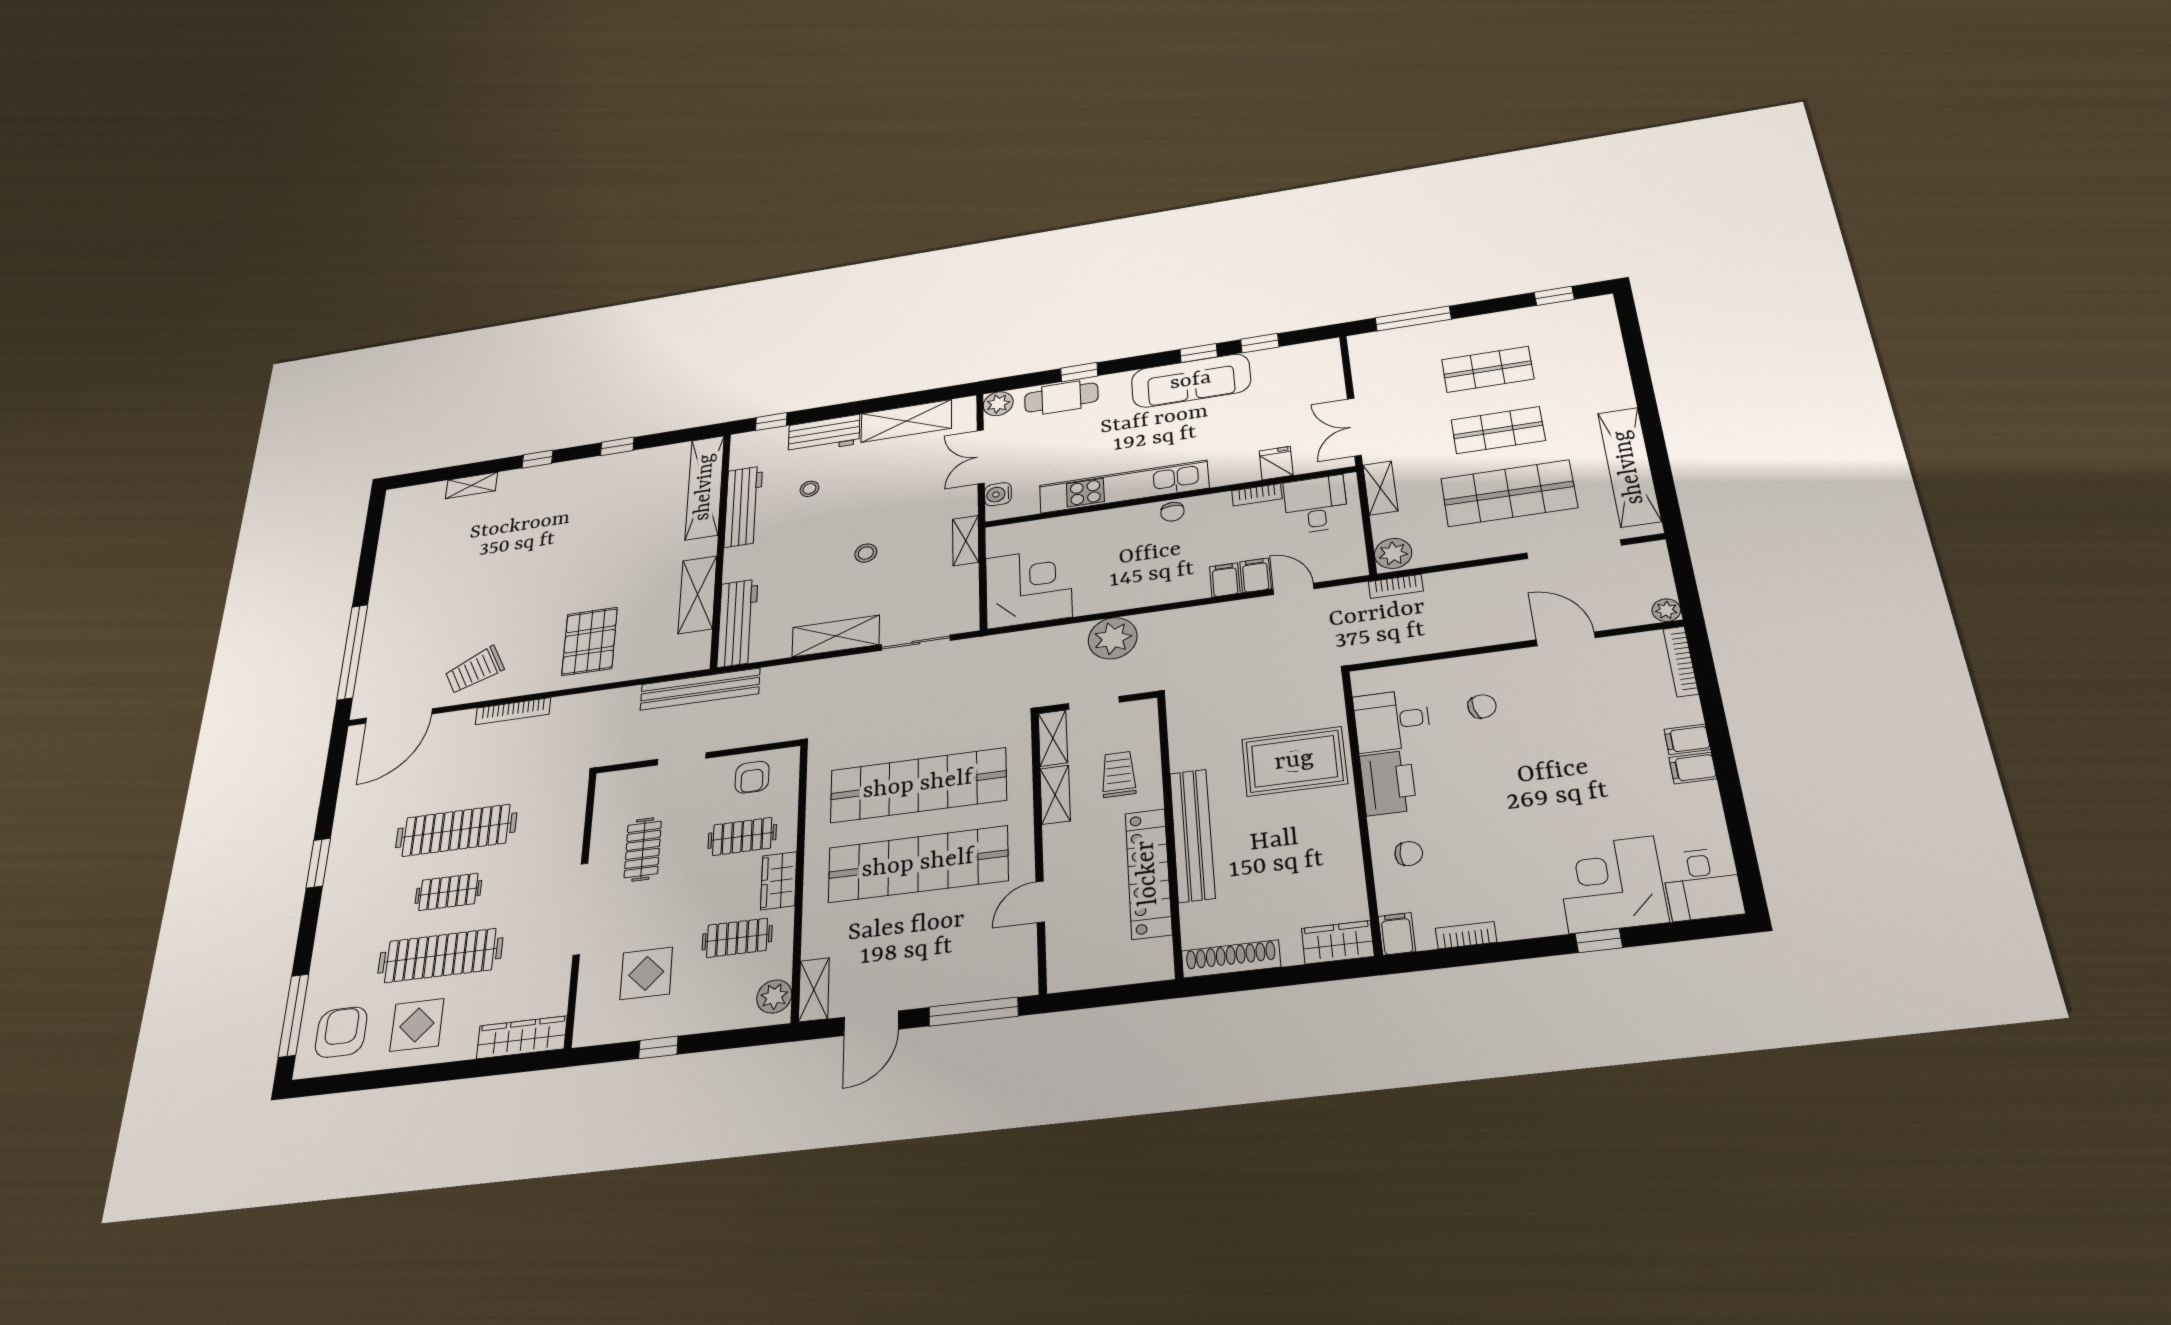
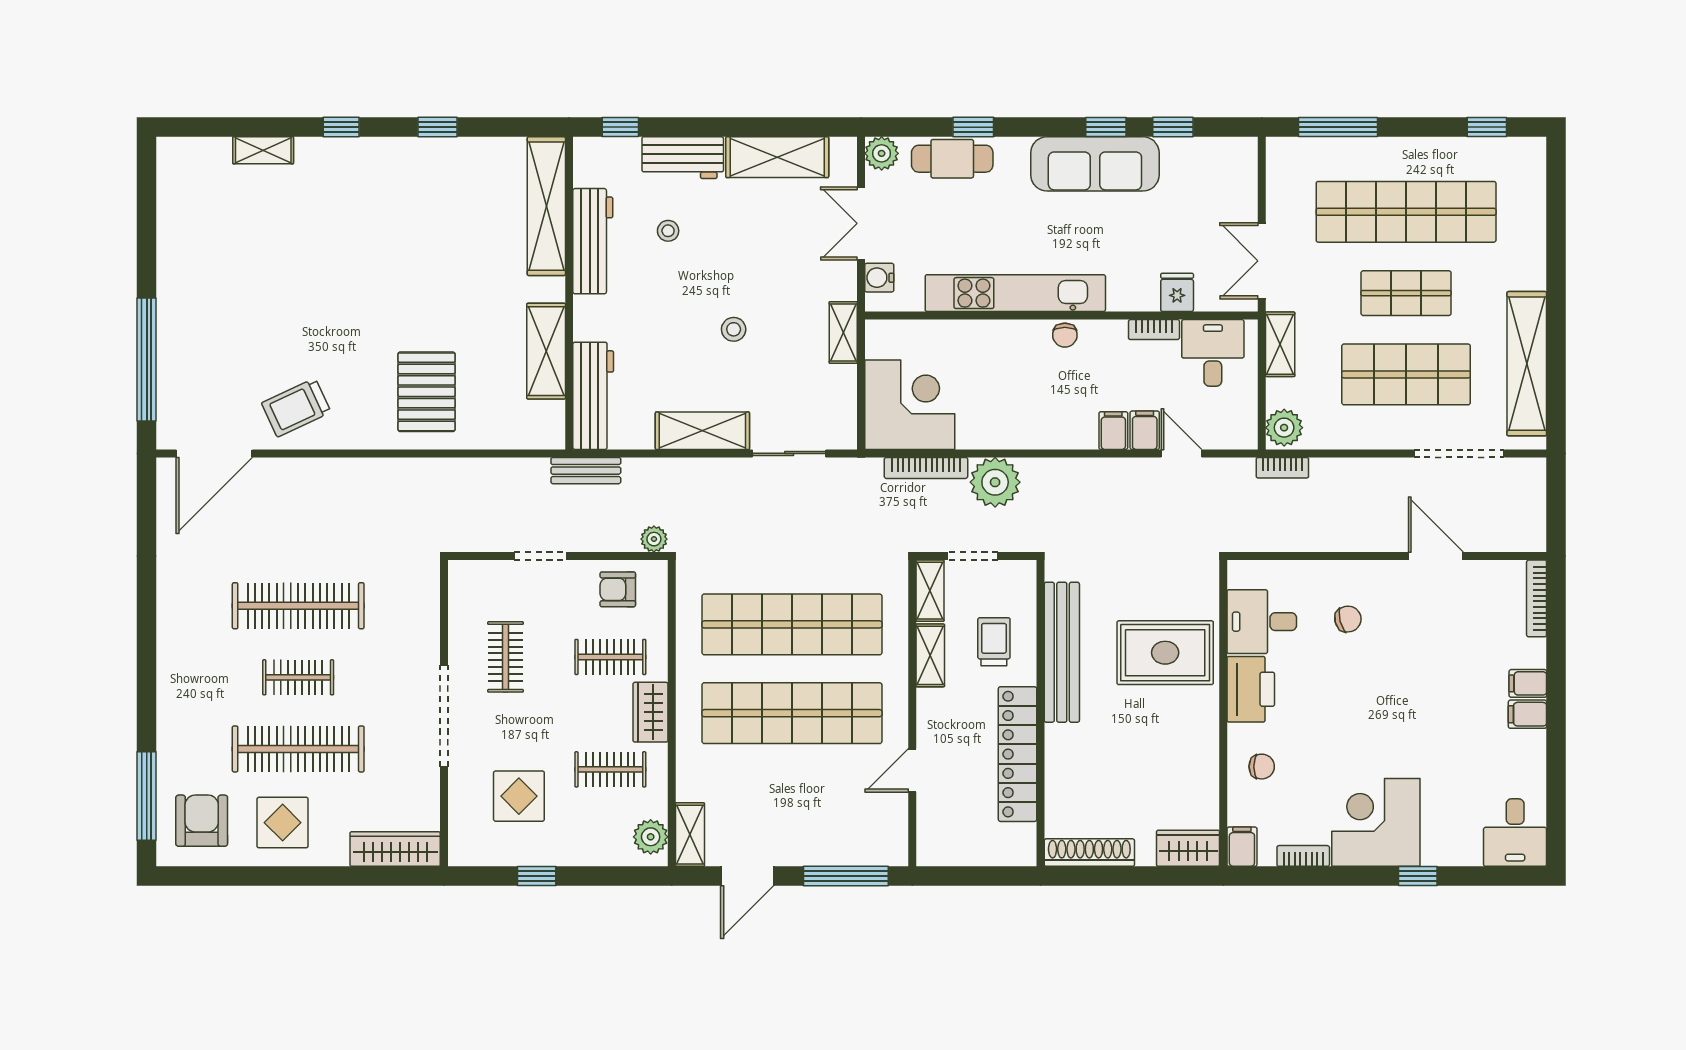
shop shelf: (1488, 369) -> (1406, 212), width x2.00, depth x1.36
plant: (1666, 610) -> (654, 539), moved
bench: (700, 689) -> (586, 471), width x0.54, depth x0.82
bookcase: (513, 711) -> (926, 468), moved
armchair: (752, 777) -> (618, 589), turned 90
bench: (1192, 835) -> (1062, 652), moved
window: (318, 863) -> (147, 623), removed
corner desk: (1611, 884) -> (1376, 822), moved

